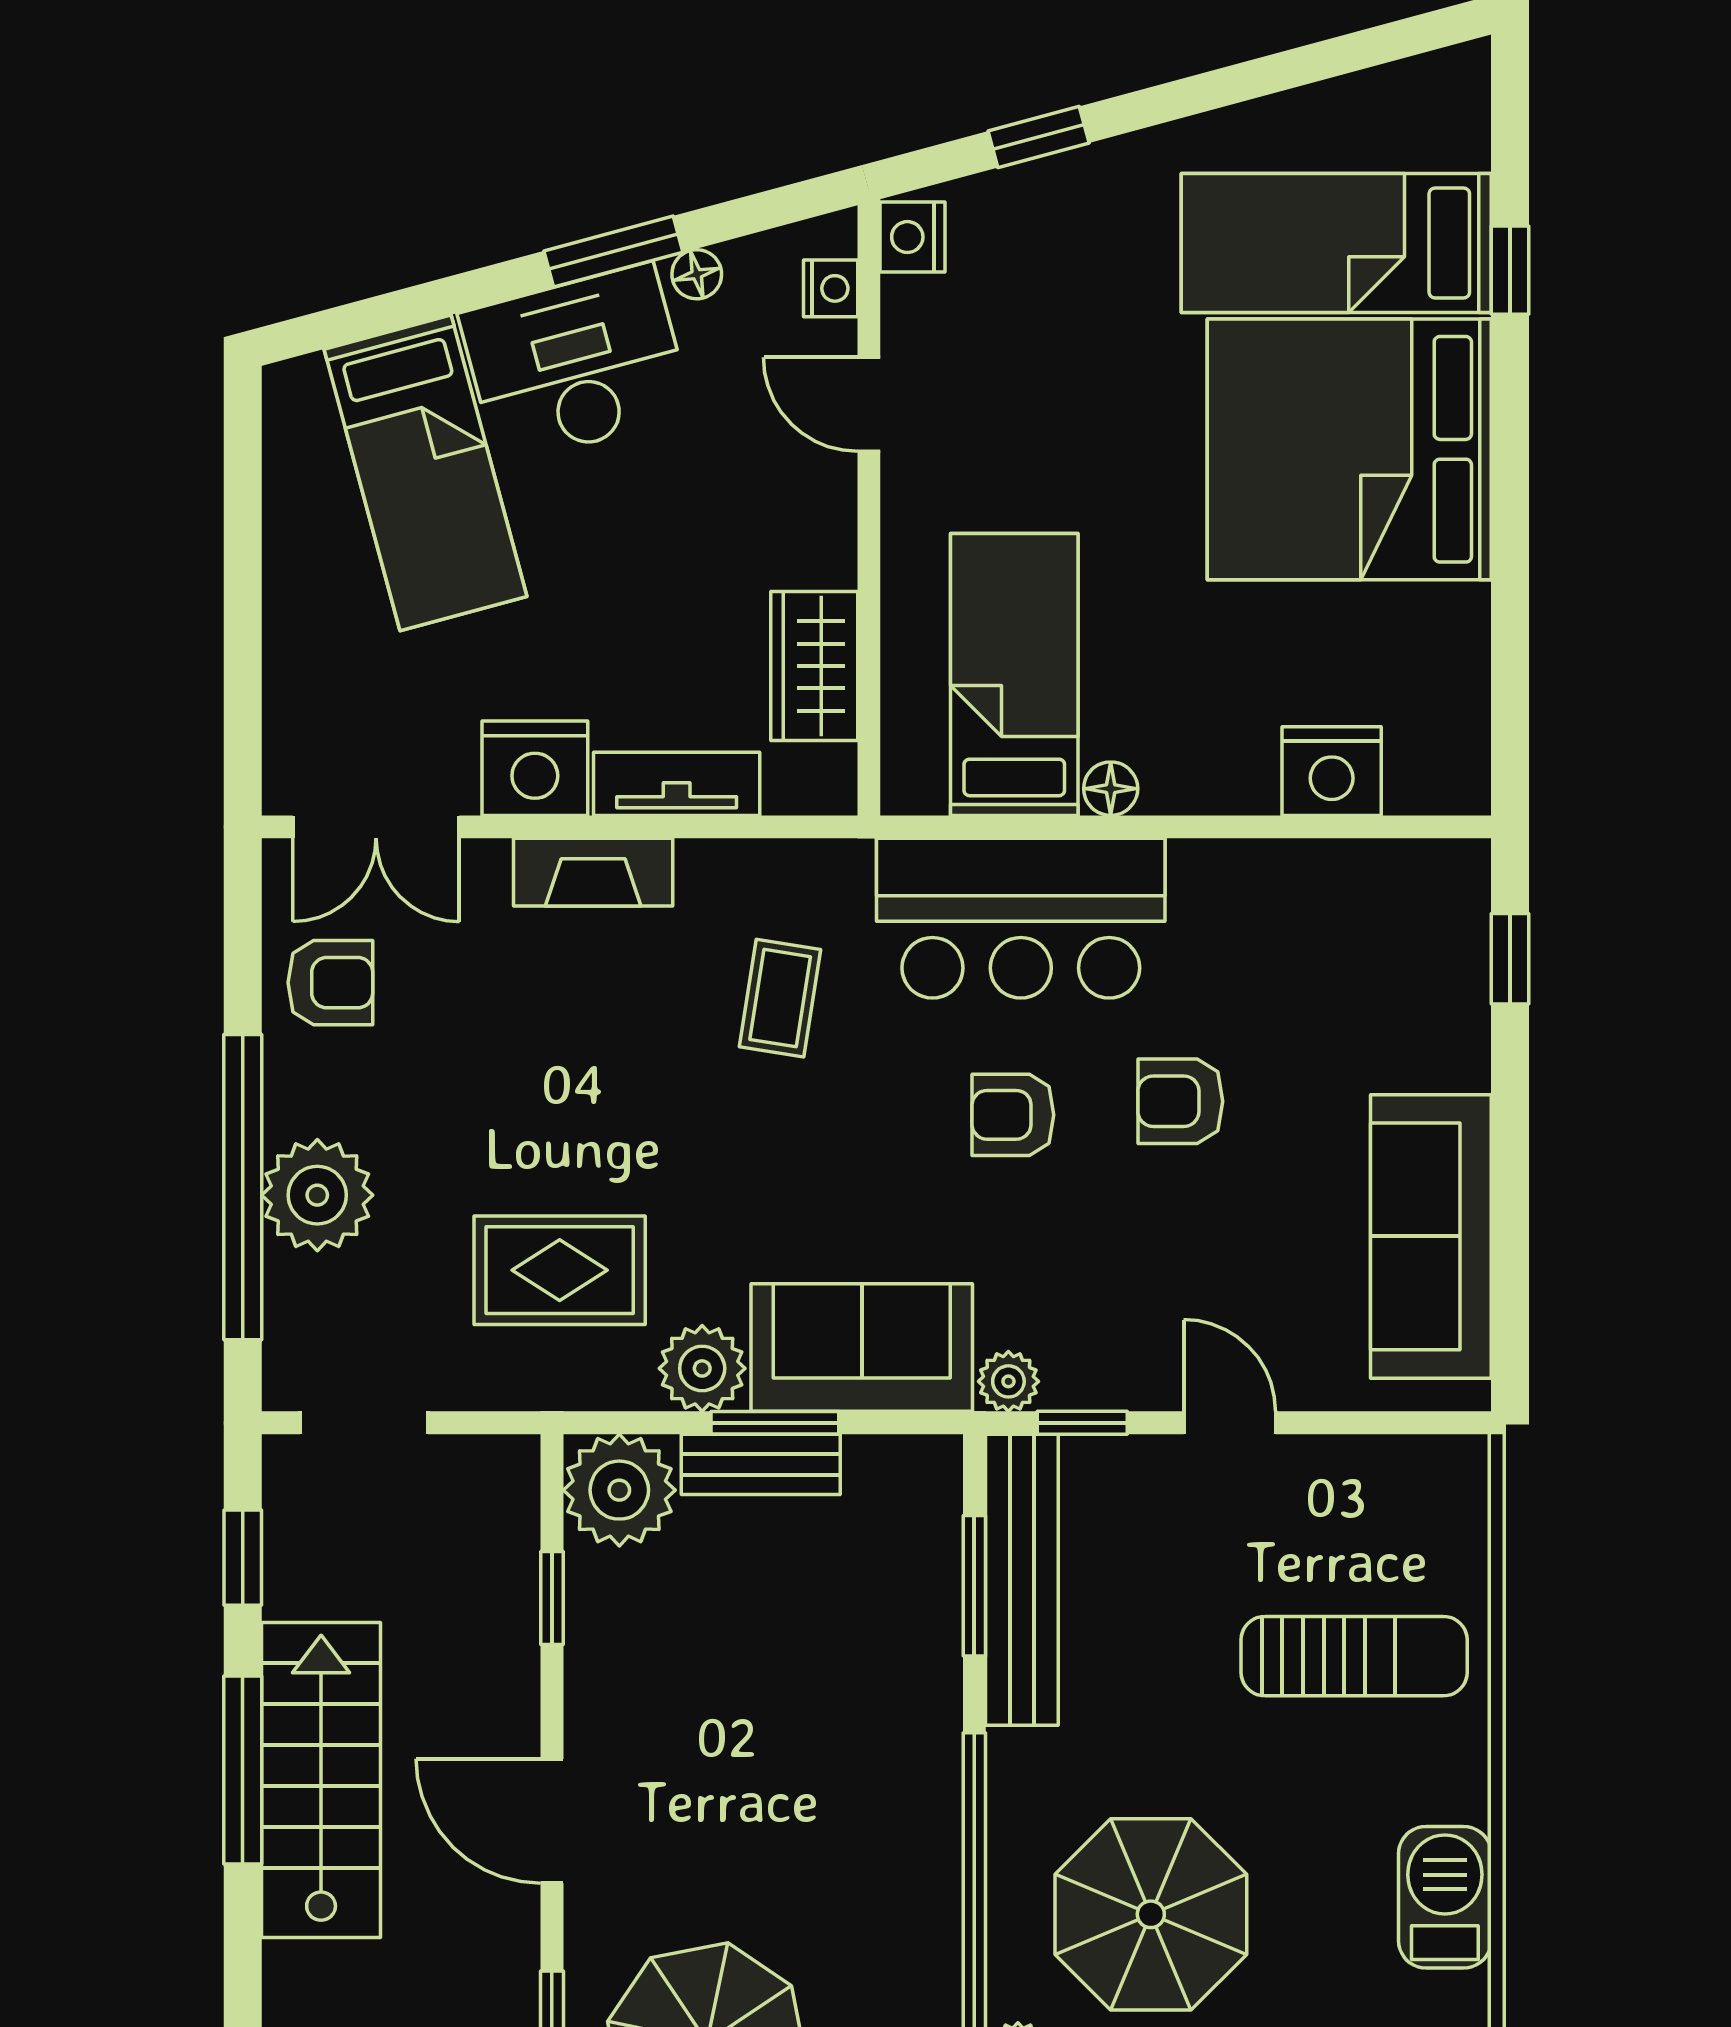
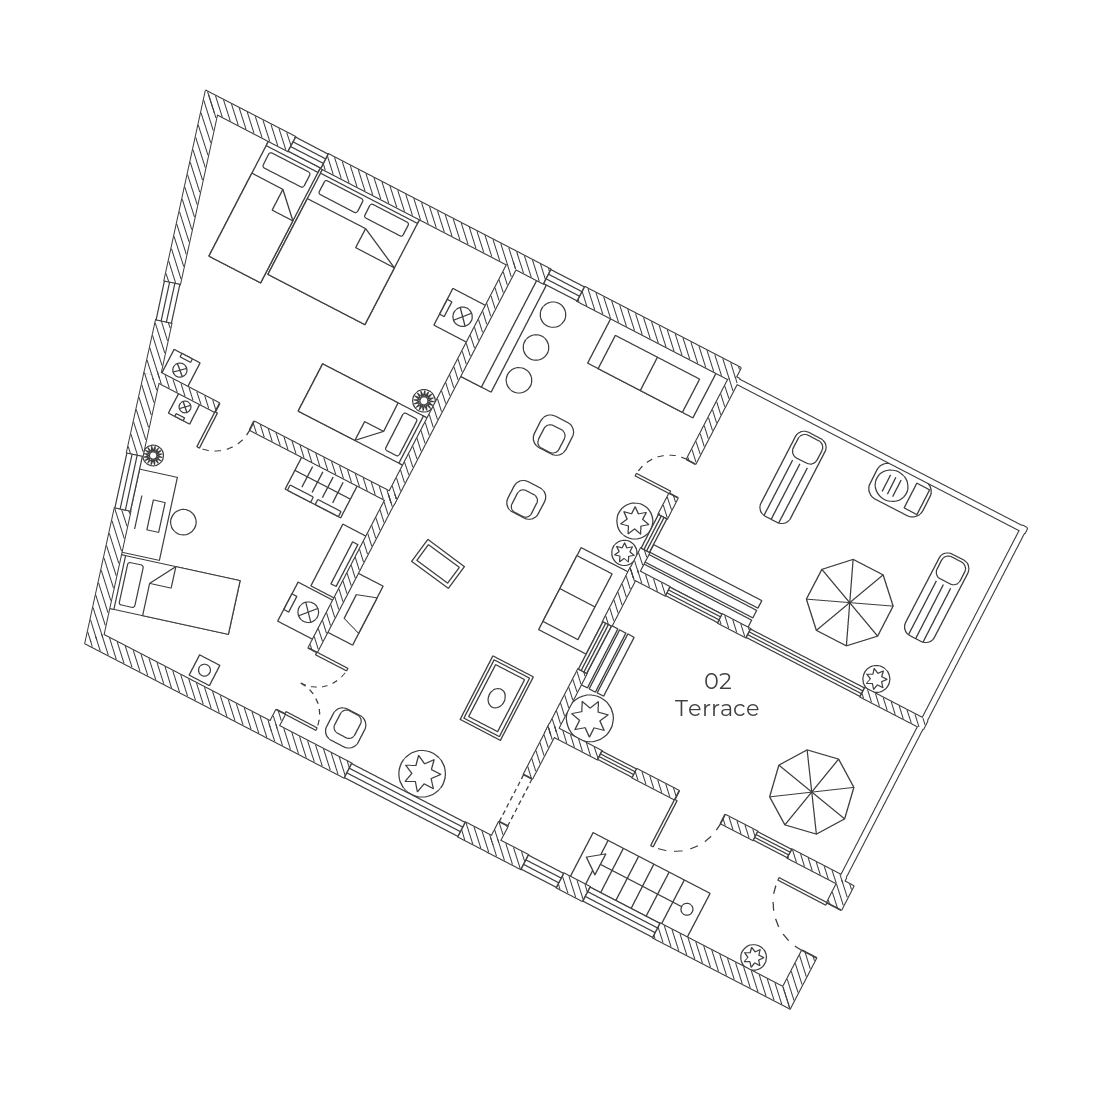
side table: (298, 619) -> (204, 670), added
bar counter: (1021, 918) -> (518, 338), moved
plant: (702, 1368) -> (635, 521), moved

